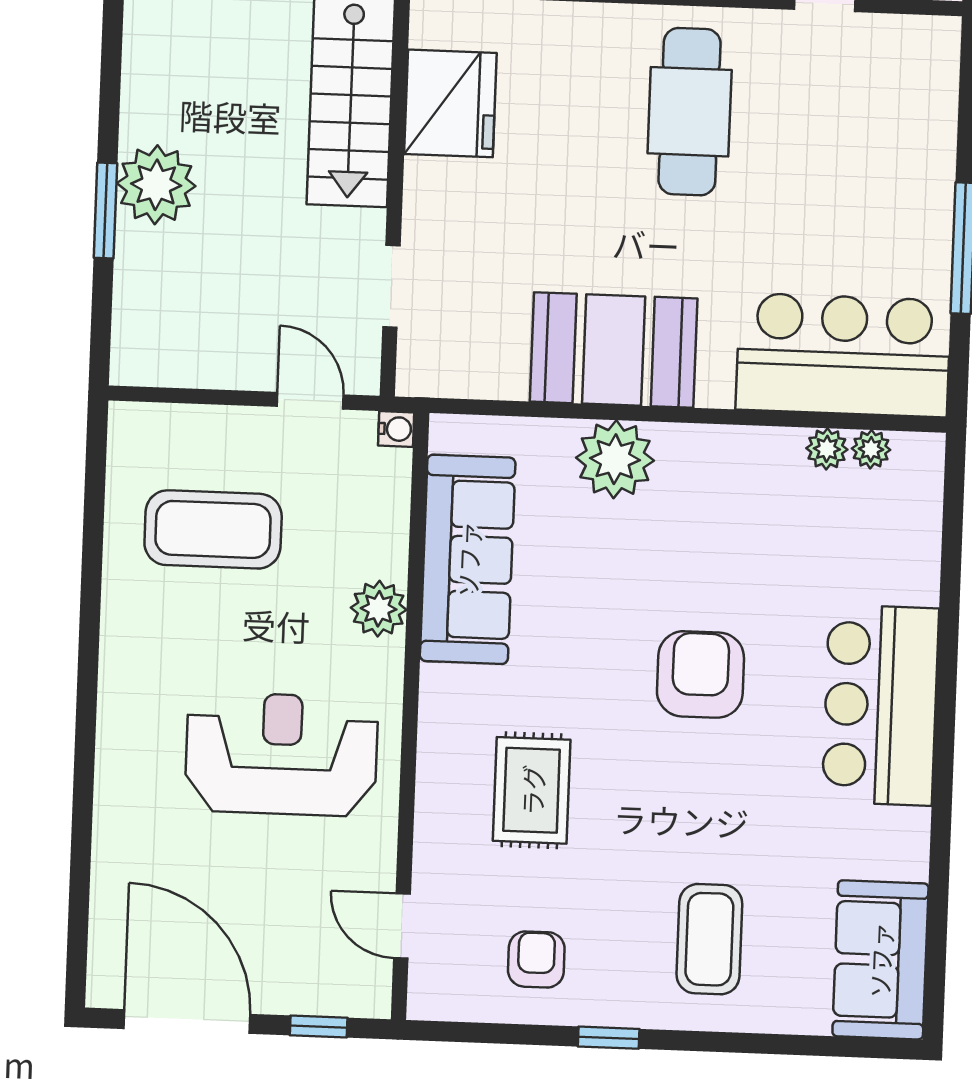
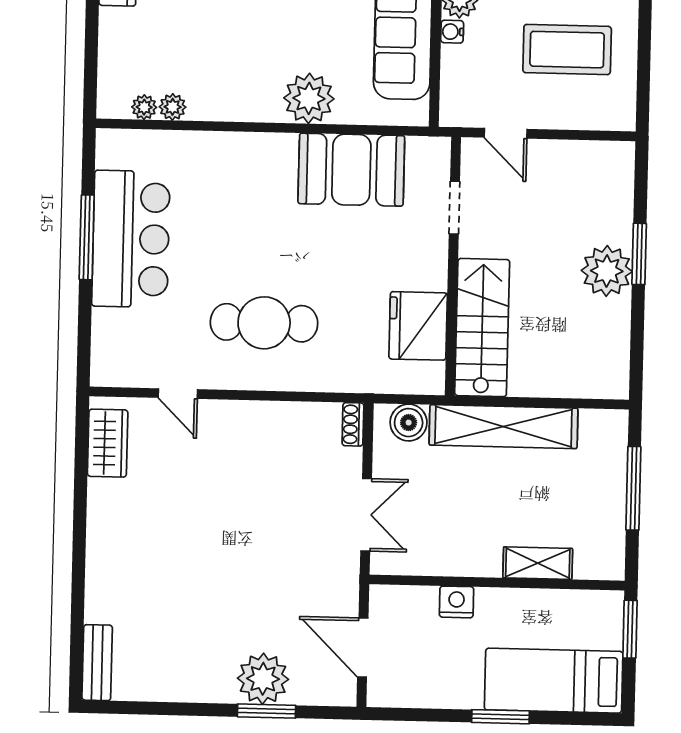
cafe table: (690, 112) -> (264, 323), turned 90
booth: (614, 350) -> (351, 170), moved
bar counter: (843, 355) -> (131, 239), moved, turned -90
water cooler: (396, 429) -> (452, 32), moved

